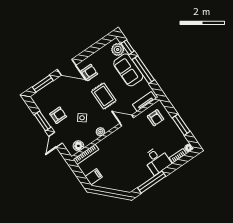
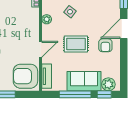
armchair: (156, 118) -> (25, 76), width x1.88, depth x1.88

